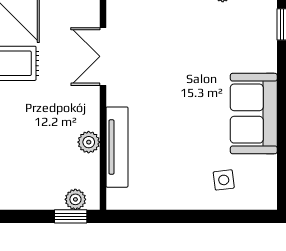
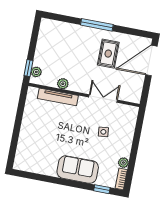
sofa: (254, 114) -> (78, 170), moved
side table: (224, 180) -> (103, 132), moved

